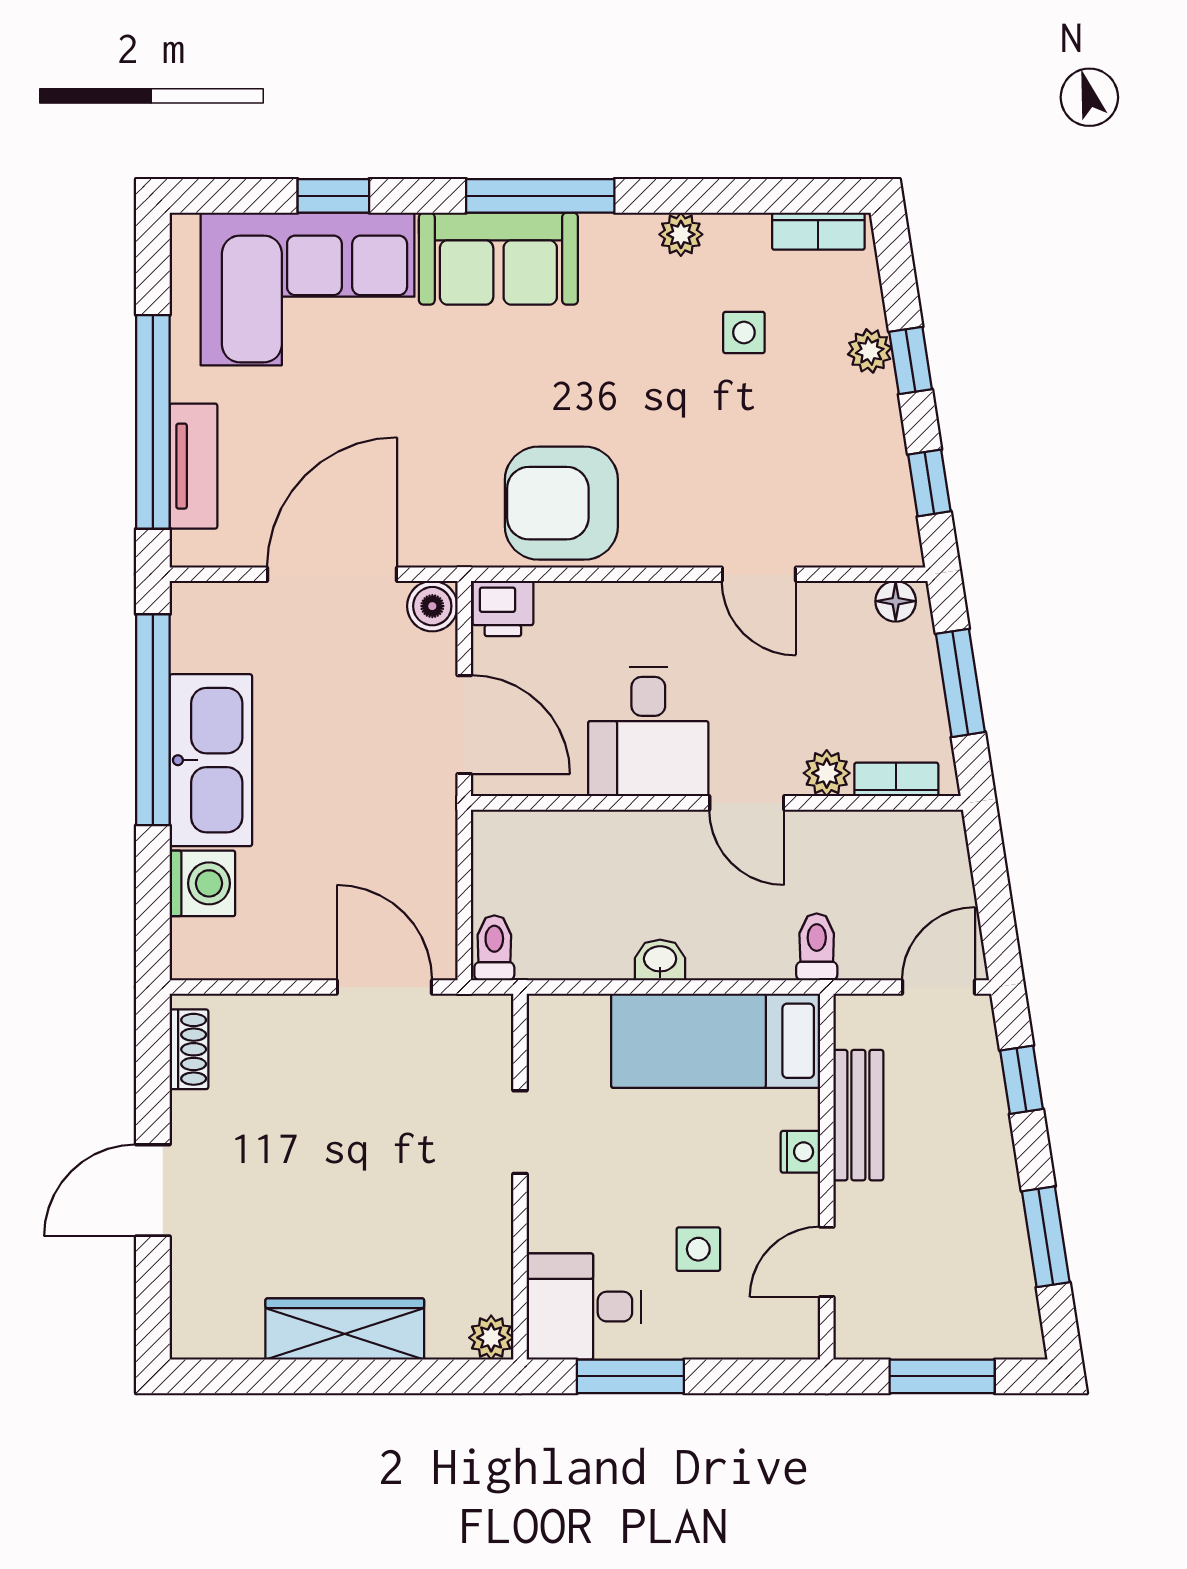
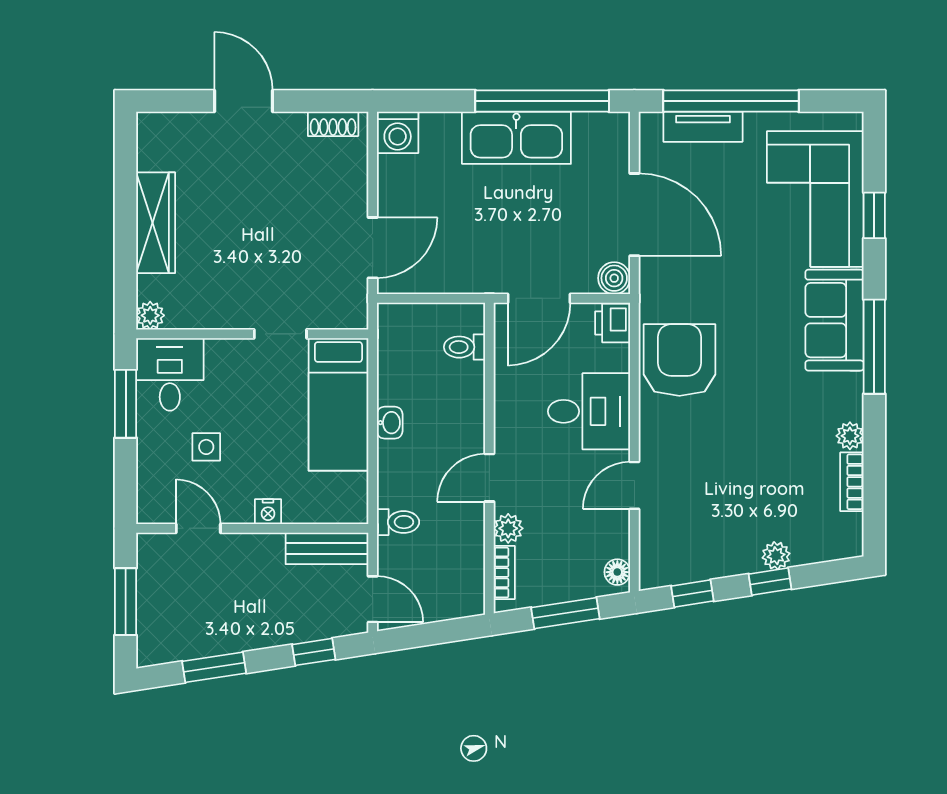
bookcase: (818, 231) -> (852, 482), moved
side table: (744, 333) -> (788, 476), removed
desk: (648, 731) -> (589, 411), moved, turned 180
washing machine: (202, 883) -> (398, 132), moved
toilet: (494, 948) -> (464, 347), moved, turned 180
bed: (716, 1041) -> (338, 404), moved, turned 180
bench: (858, 1115) -> (327, 548), moved

